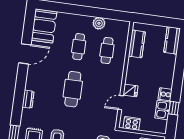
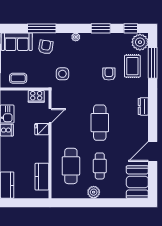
plant: (99, 23) -> (94, 192), moved
cafe table: (107, 51) -> (71, 166), width x1.37, depth x1.35

